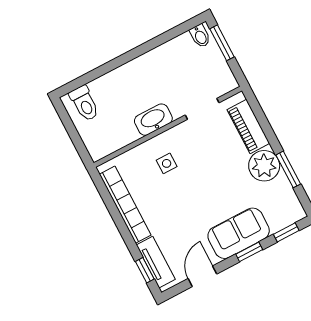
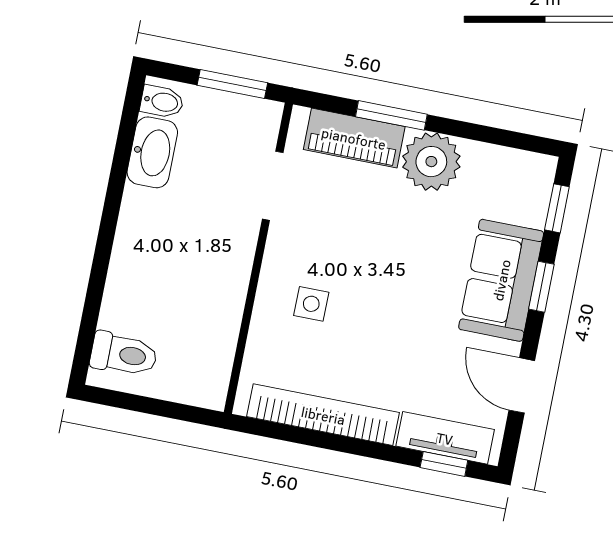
window: (222, 43) -> (232, 84), moved
washbasin: (153, 120) -> (152, 152), moved, turned 180
window: (288, 169) -> (391, 115), moved

